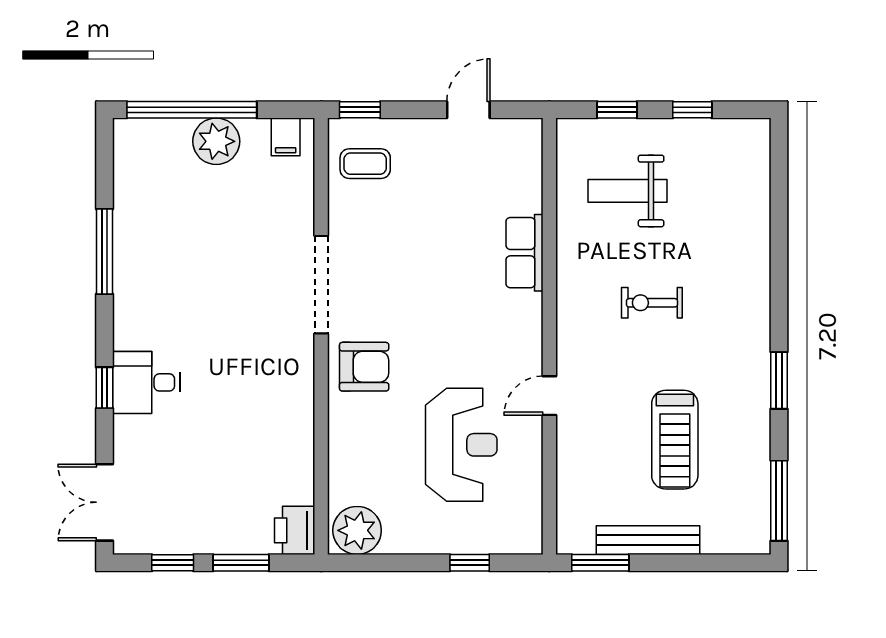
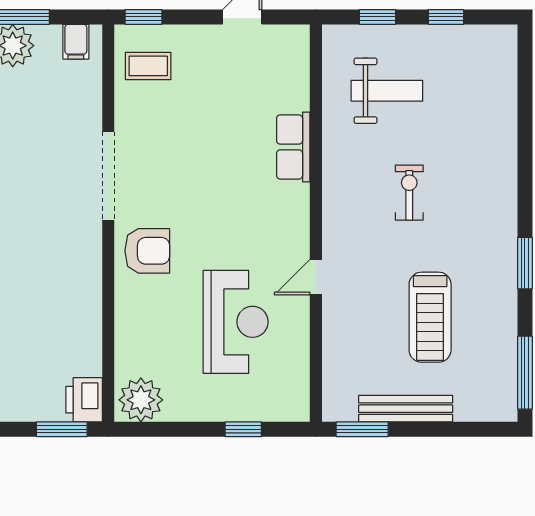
weight bench: (627, 191) -> (387, 91), turned 180
exercise bike: (652, 303) -> (409, 193), turned 90
window: (241, 563) -> (62, 429), moved

